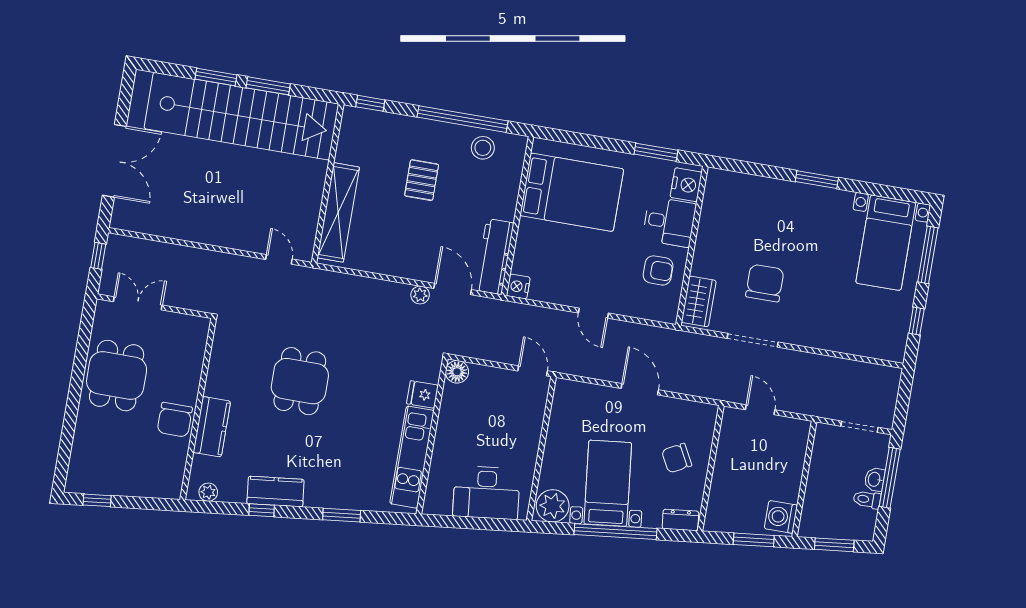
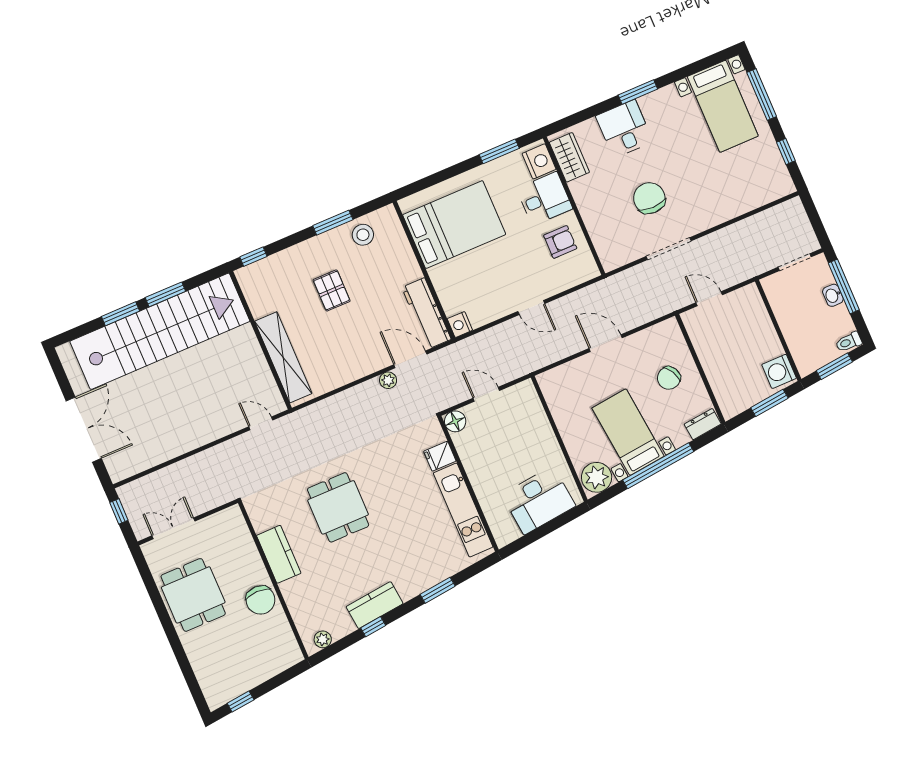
window: (463, 119) -> (333, 223), width x0.47
desk: (783, 205) -> (624, 129), added
wardrobe: (699, 301) -> (569, 157), moved
door: (533, 371) -> (486, 394), moved
kitchen counter: (212, 427) -> (279, 554), moved
toilet: (867, 499) -> (849, 342), moved

